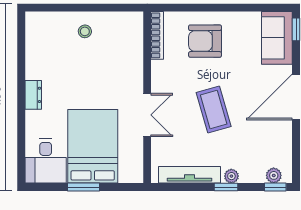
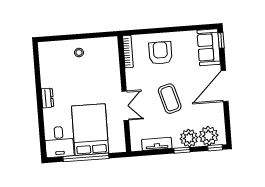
armchair: (205, 41) -> (160, 53), turned 90
tv unit: (189, 175) -> (157, 144), width x0.71
plant: (274, 175) -> (209, 136), width x1.88, depth x1.88
plant: (231, 176) -> (189, 138), width x1.88, depth x1.88
window: (83, 187) -> (86, 157), width x2.11

